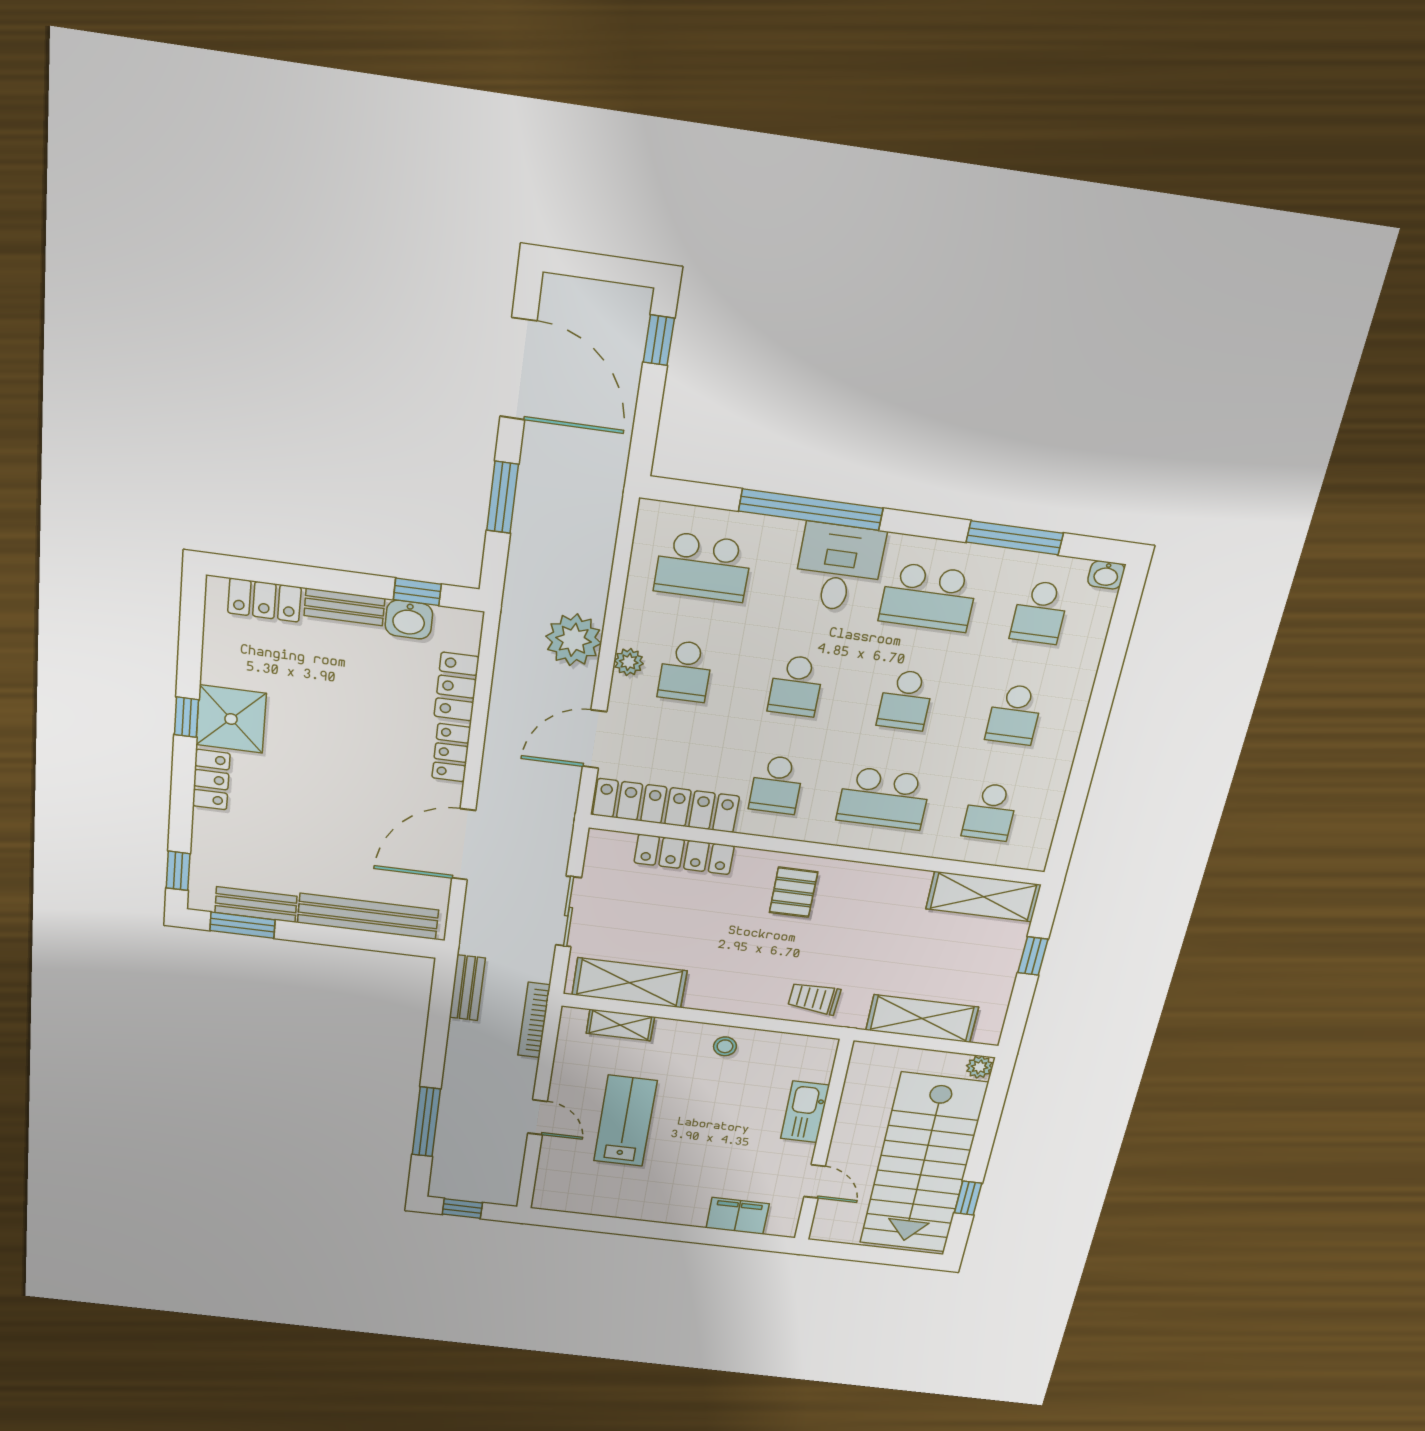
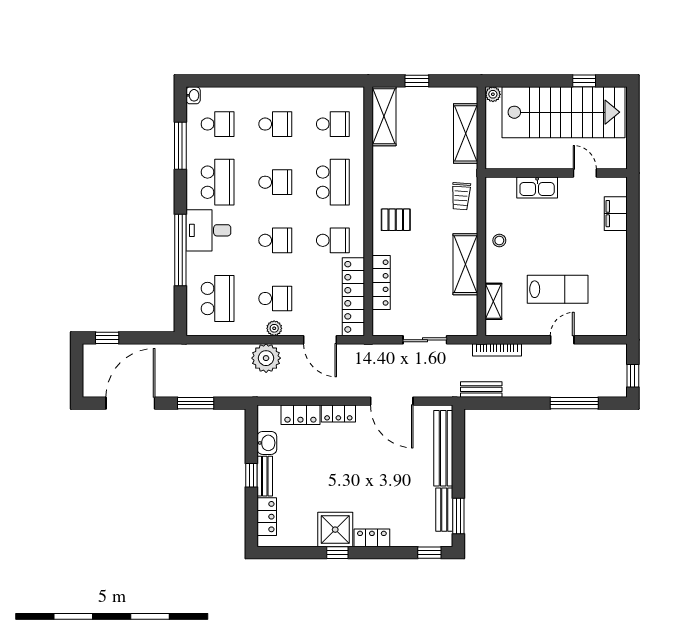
window: (417, 592) -> (251, 475), moved
shelving: (629, 983) -> (465, 264), moved
lab bench: (625, 1121) -> (558, 289), turned 180
door: (815, 1181) -> (585, 173), hinge flipped

